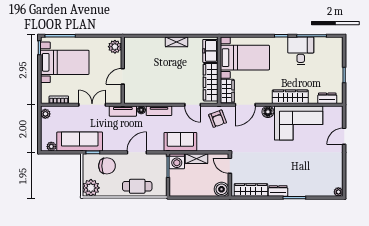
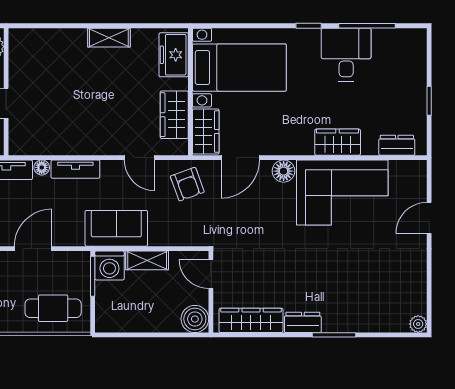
wardrobe: (211, 82) -> (174, 115), width x0.67
wardrobe: (290, 97) -> (338, 142), width x0.67
cafe table: (137, 186) -> (53, 308), moved

